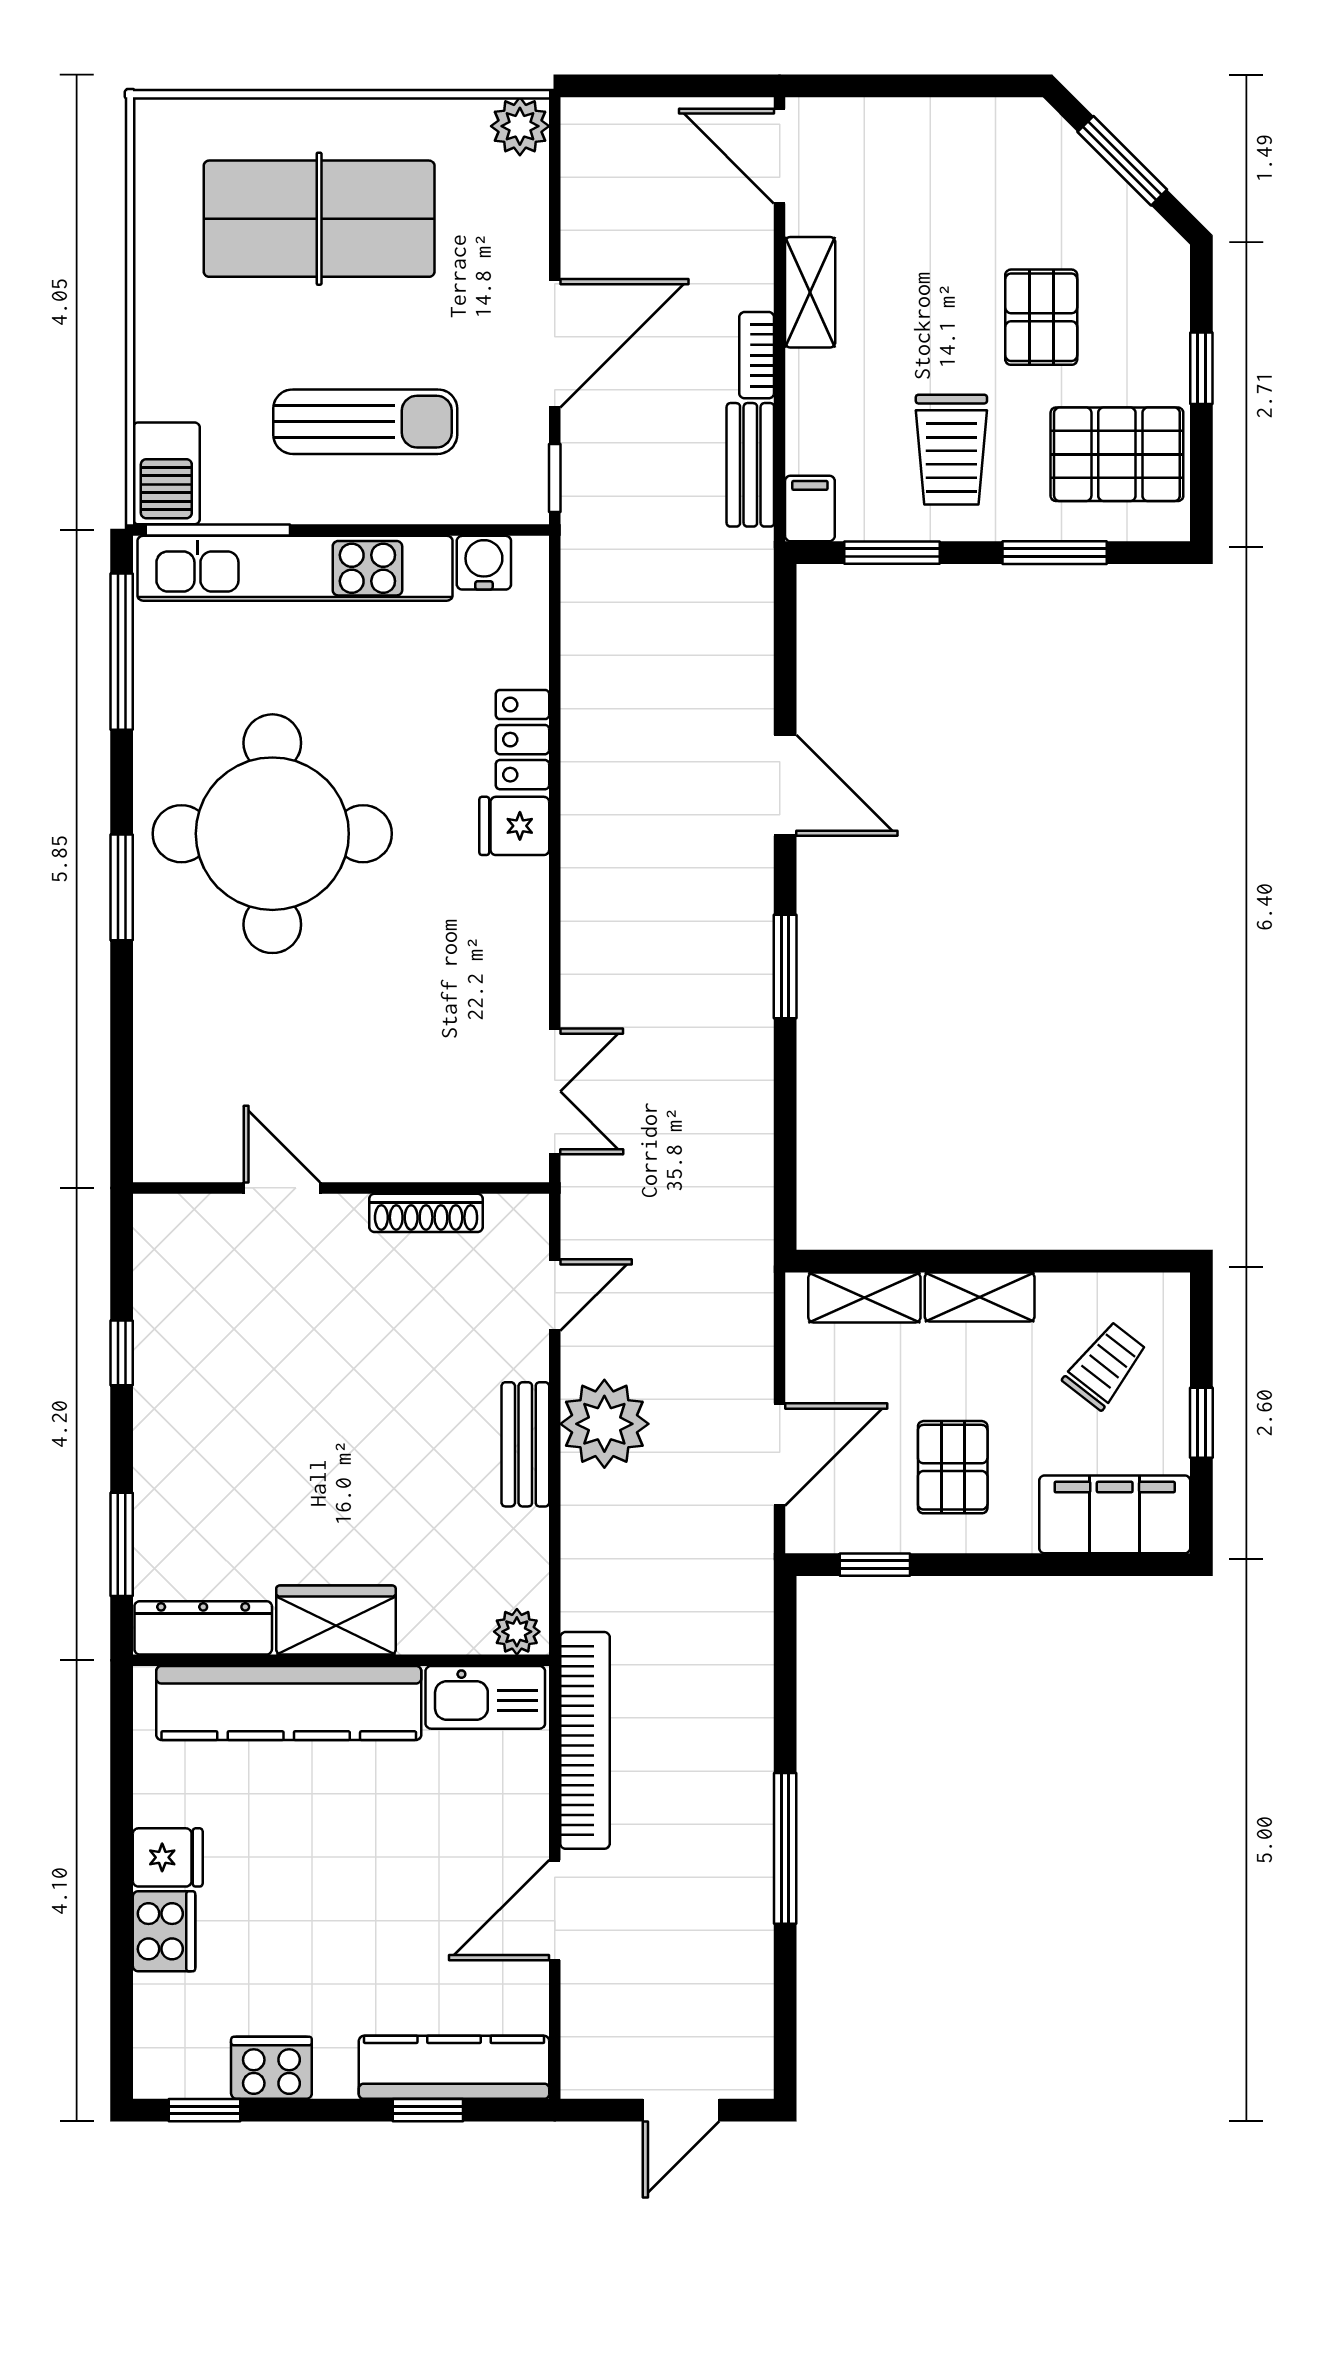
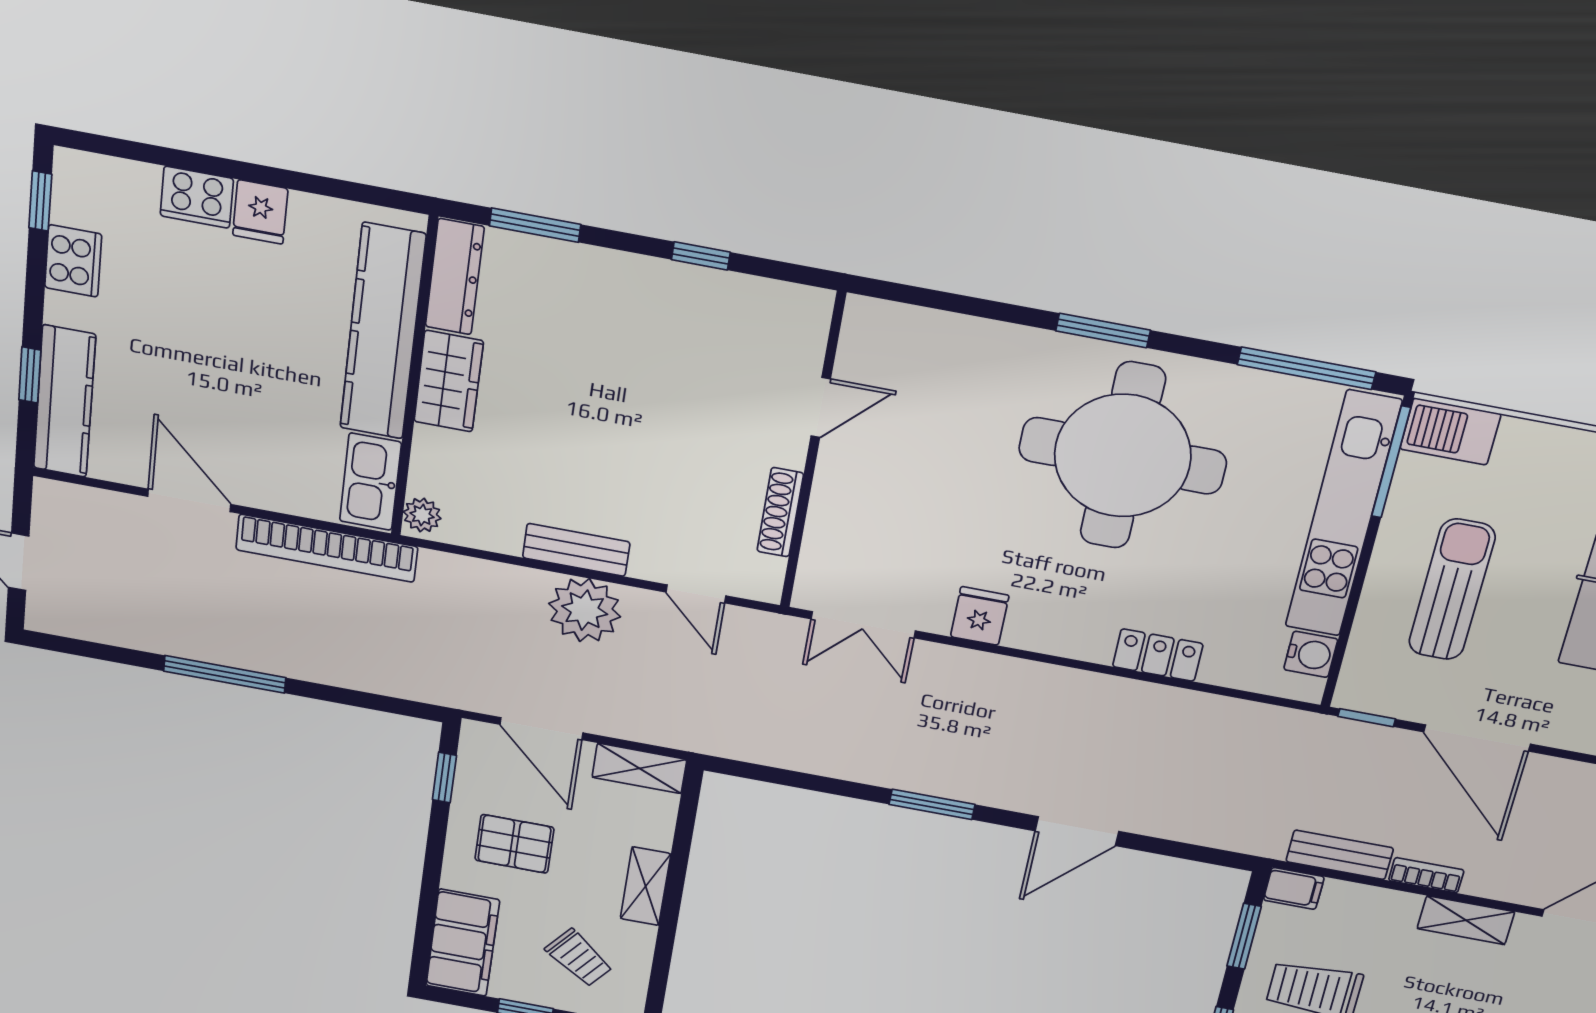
sun lounger: (365, 422) -> (1452, 590), turned 180
fridge: (514, 826) -> (980, 616), moved
shelving: (864, 1297) -> (639, 768), moved, turned 90

